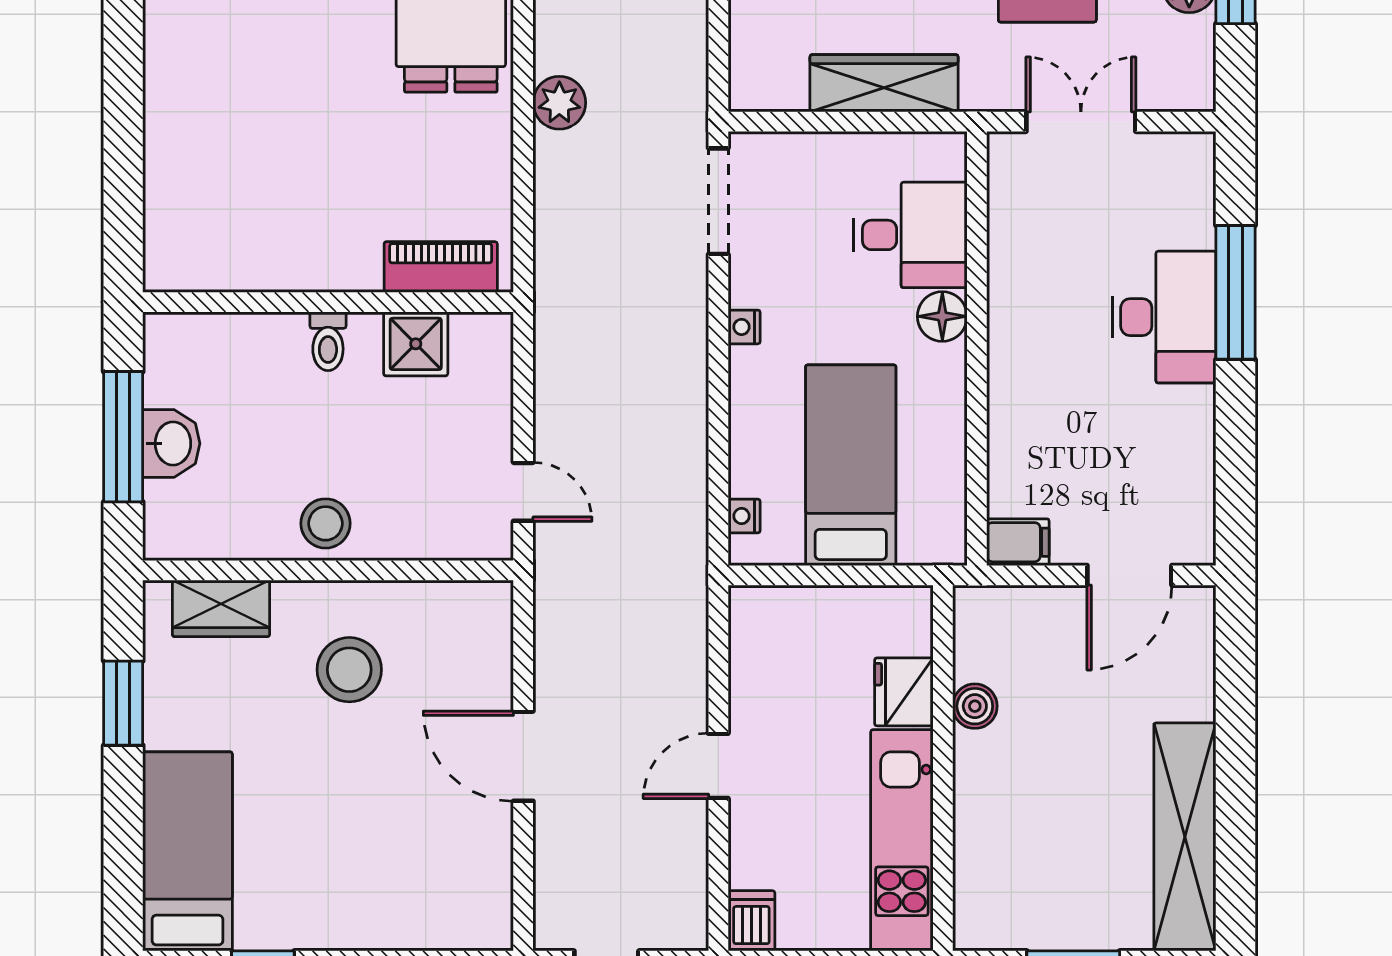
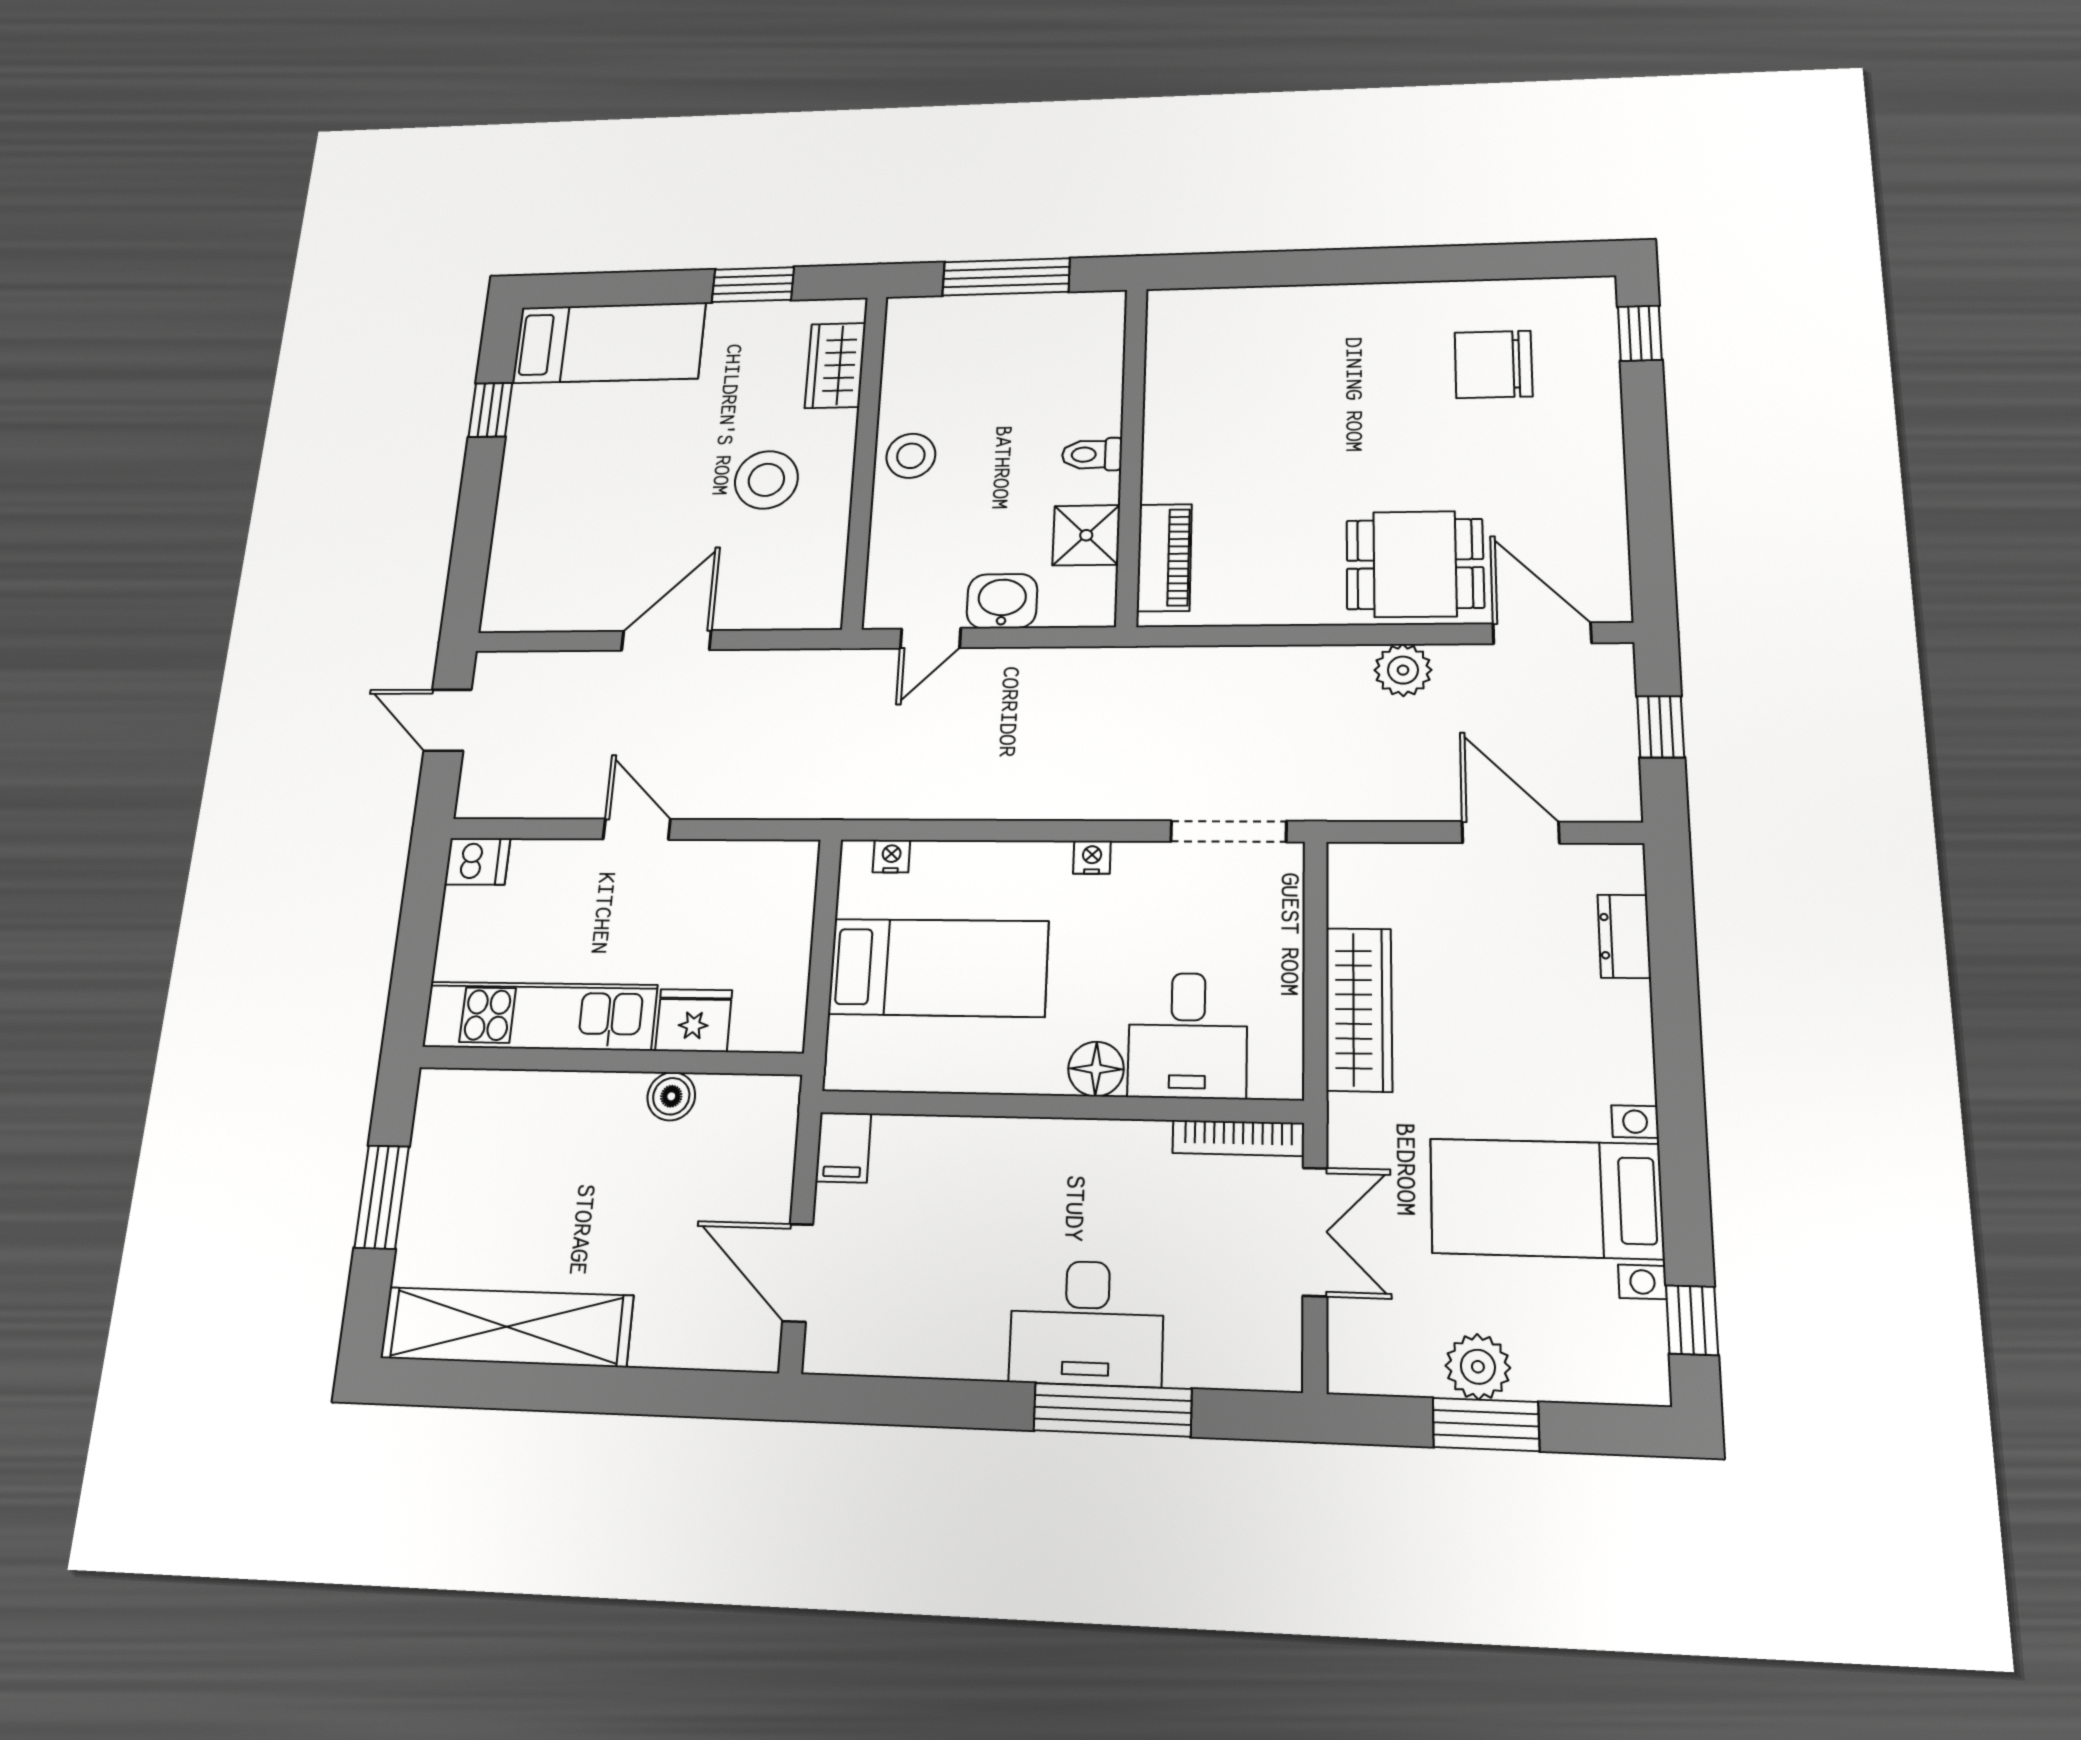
plant: (559, 103) -> (1403, 670), moved
bookcase: (1001, 189) -> (1238, 1138), added
washbasin: (171, 443) -> (1002, 601), moved, turned 180

